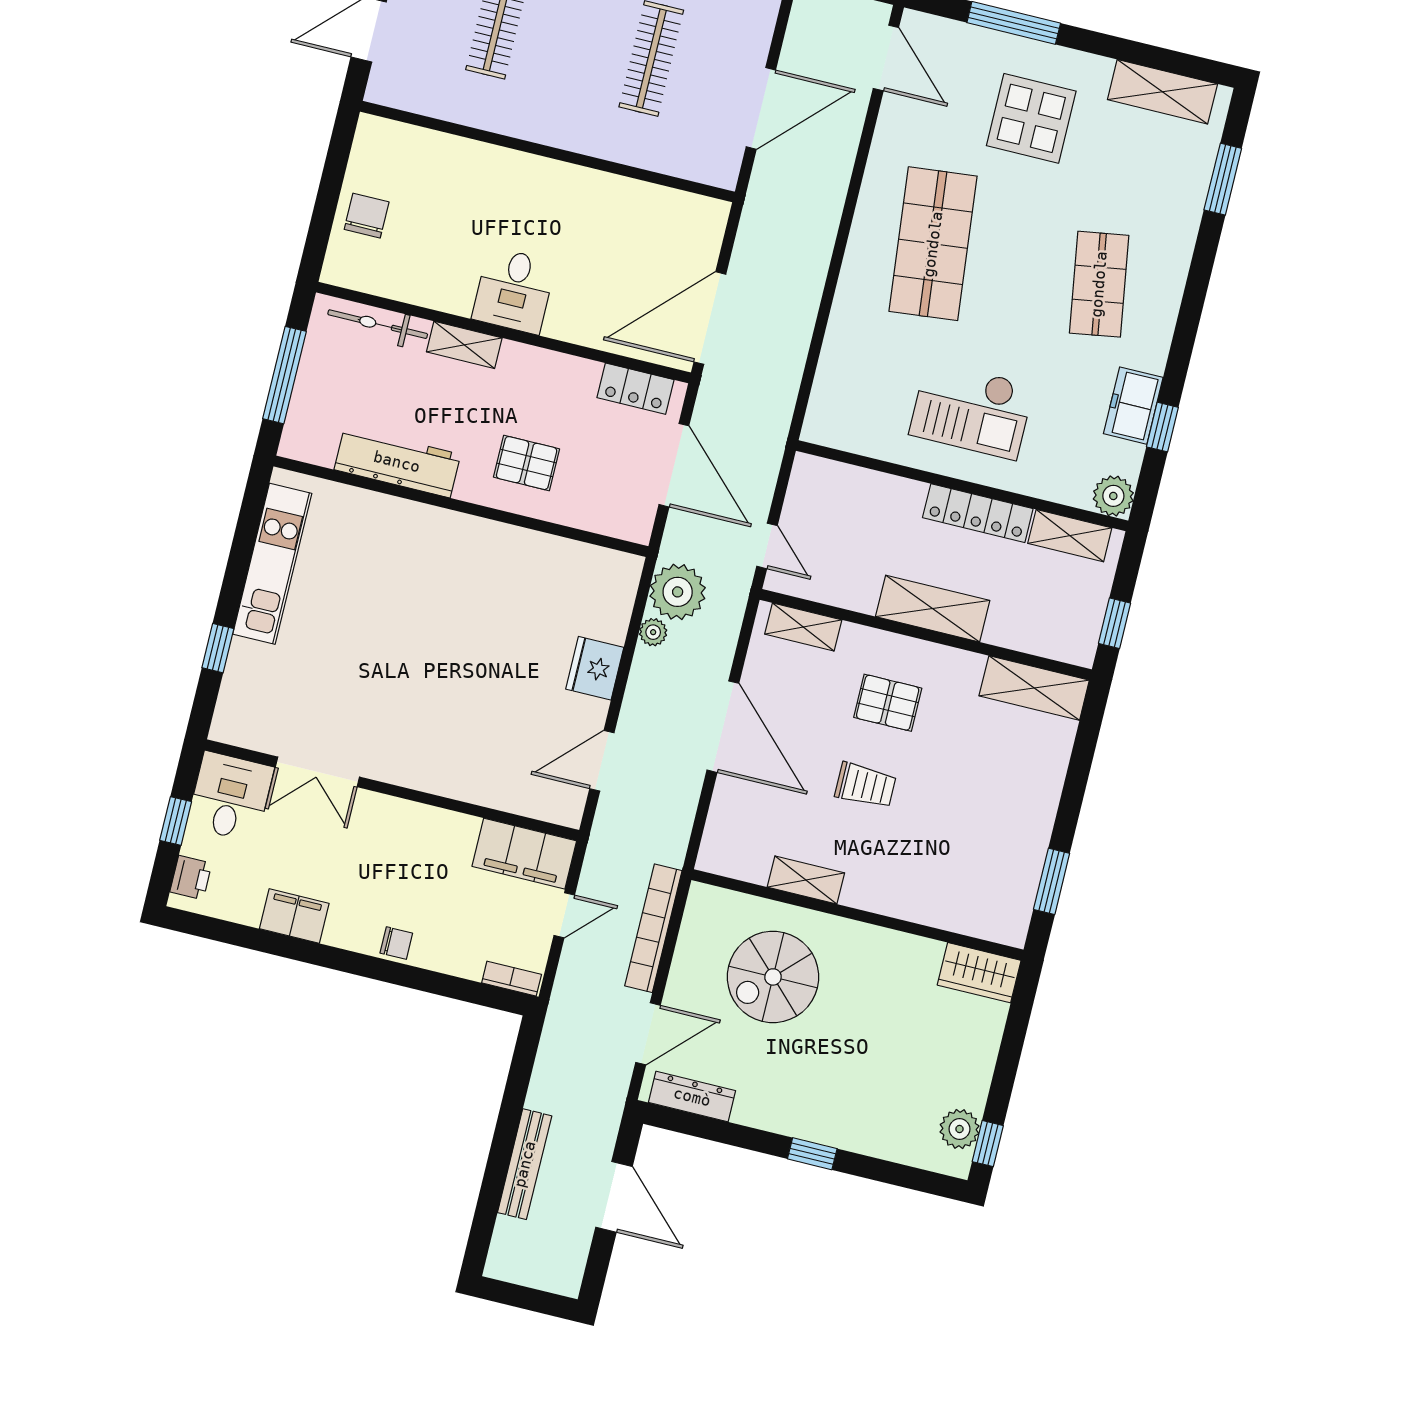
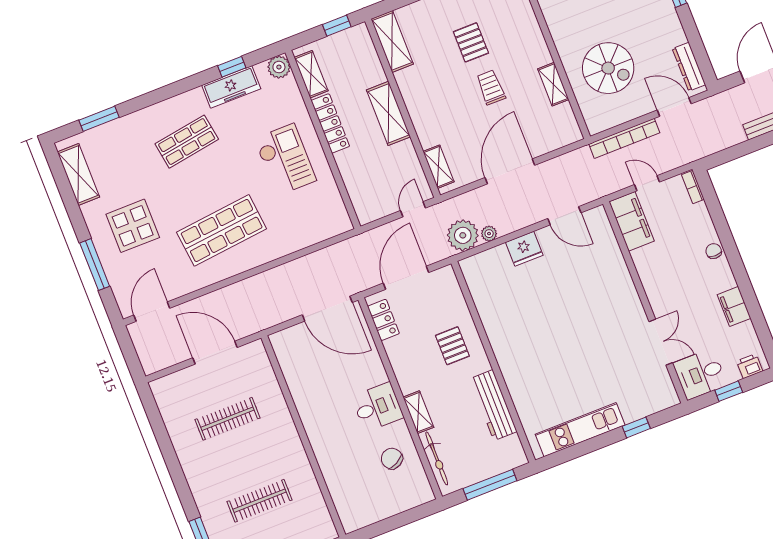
chair: (367, 216) -> (392, 459), moved, turned 63
freezer: (1133, 406) -> (231, 87), width x1.40
pallet: (888, 703) -> (471, 42), moved

